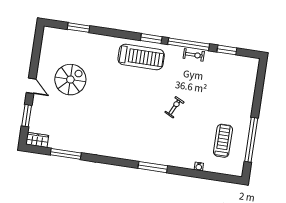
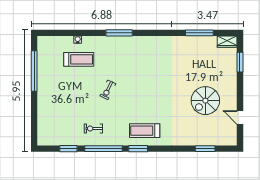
exercise bike: (194, 55) -> (93, 128), moved
treadmill: (141, 57) -> (145, 131), width x0.73, depth x0.73
door: (31, 86) -> (240, 118), moved
treadmill: (223, 141) -> (79, 59), moved, turned -90

